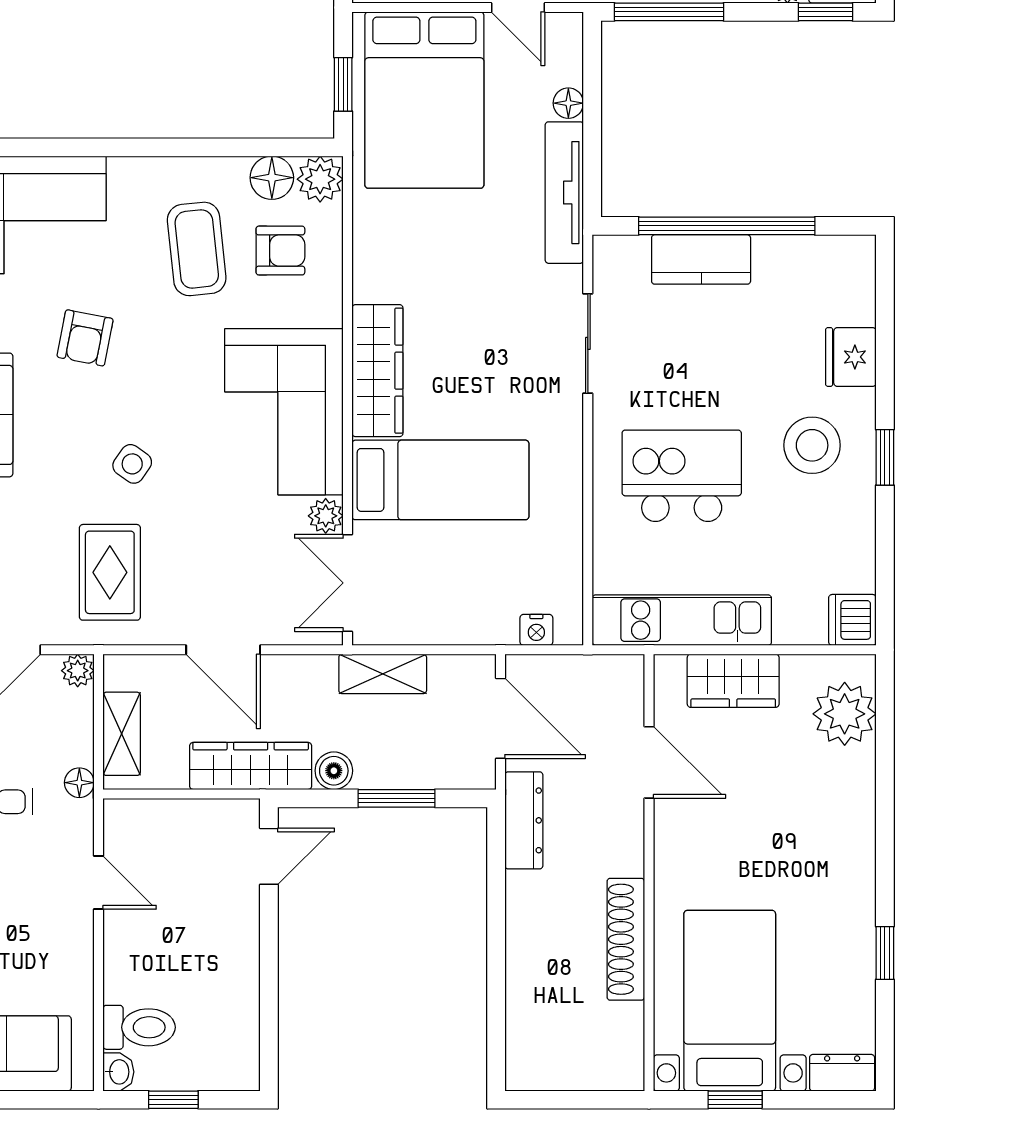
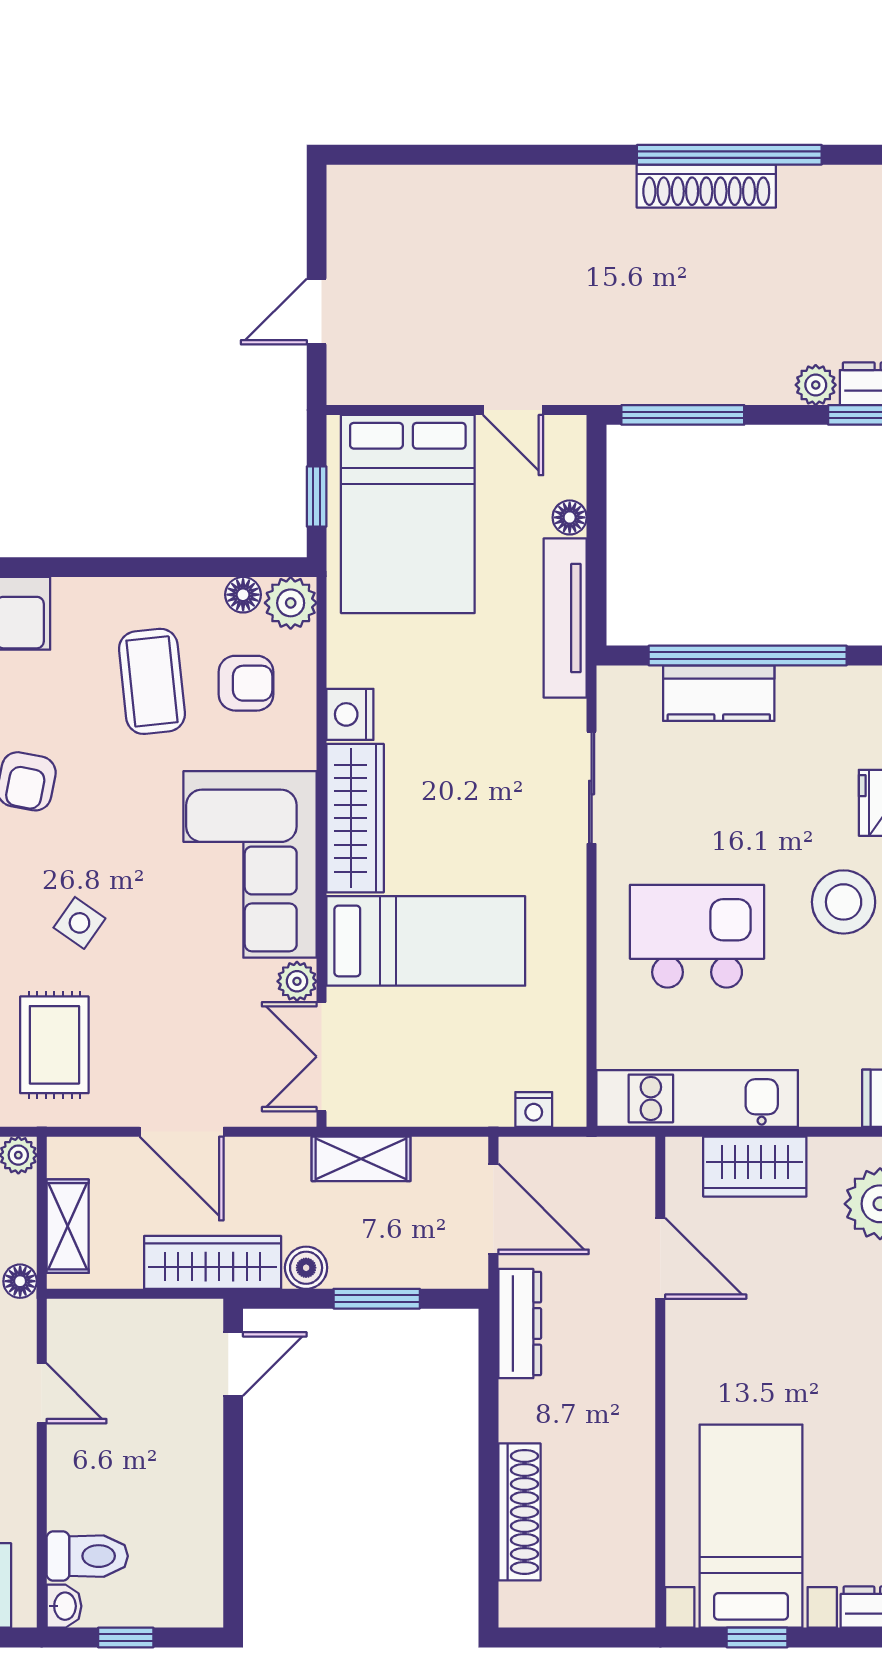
floor lamp: (272, 178) -> (243, 595), width x0.73, depth x0.73
nightstand: (373, 278) -> (350, 714), added
shoe rack: (626, 939) -> (519, 1512), moved, turned 180

